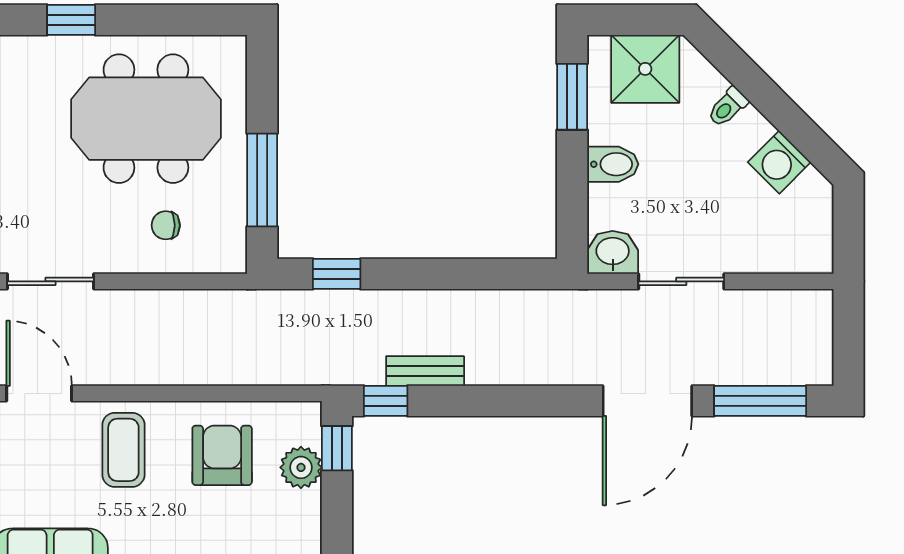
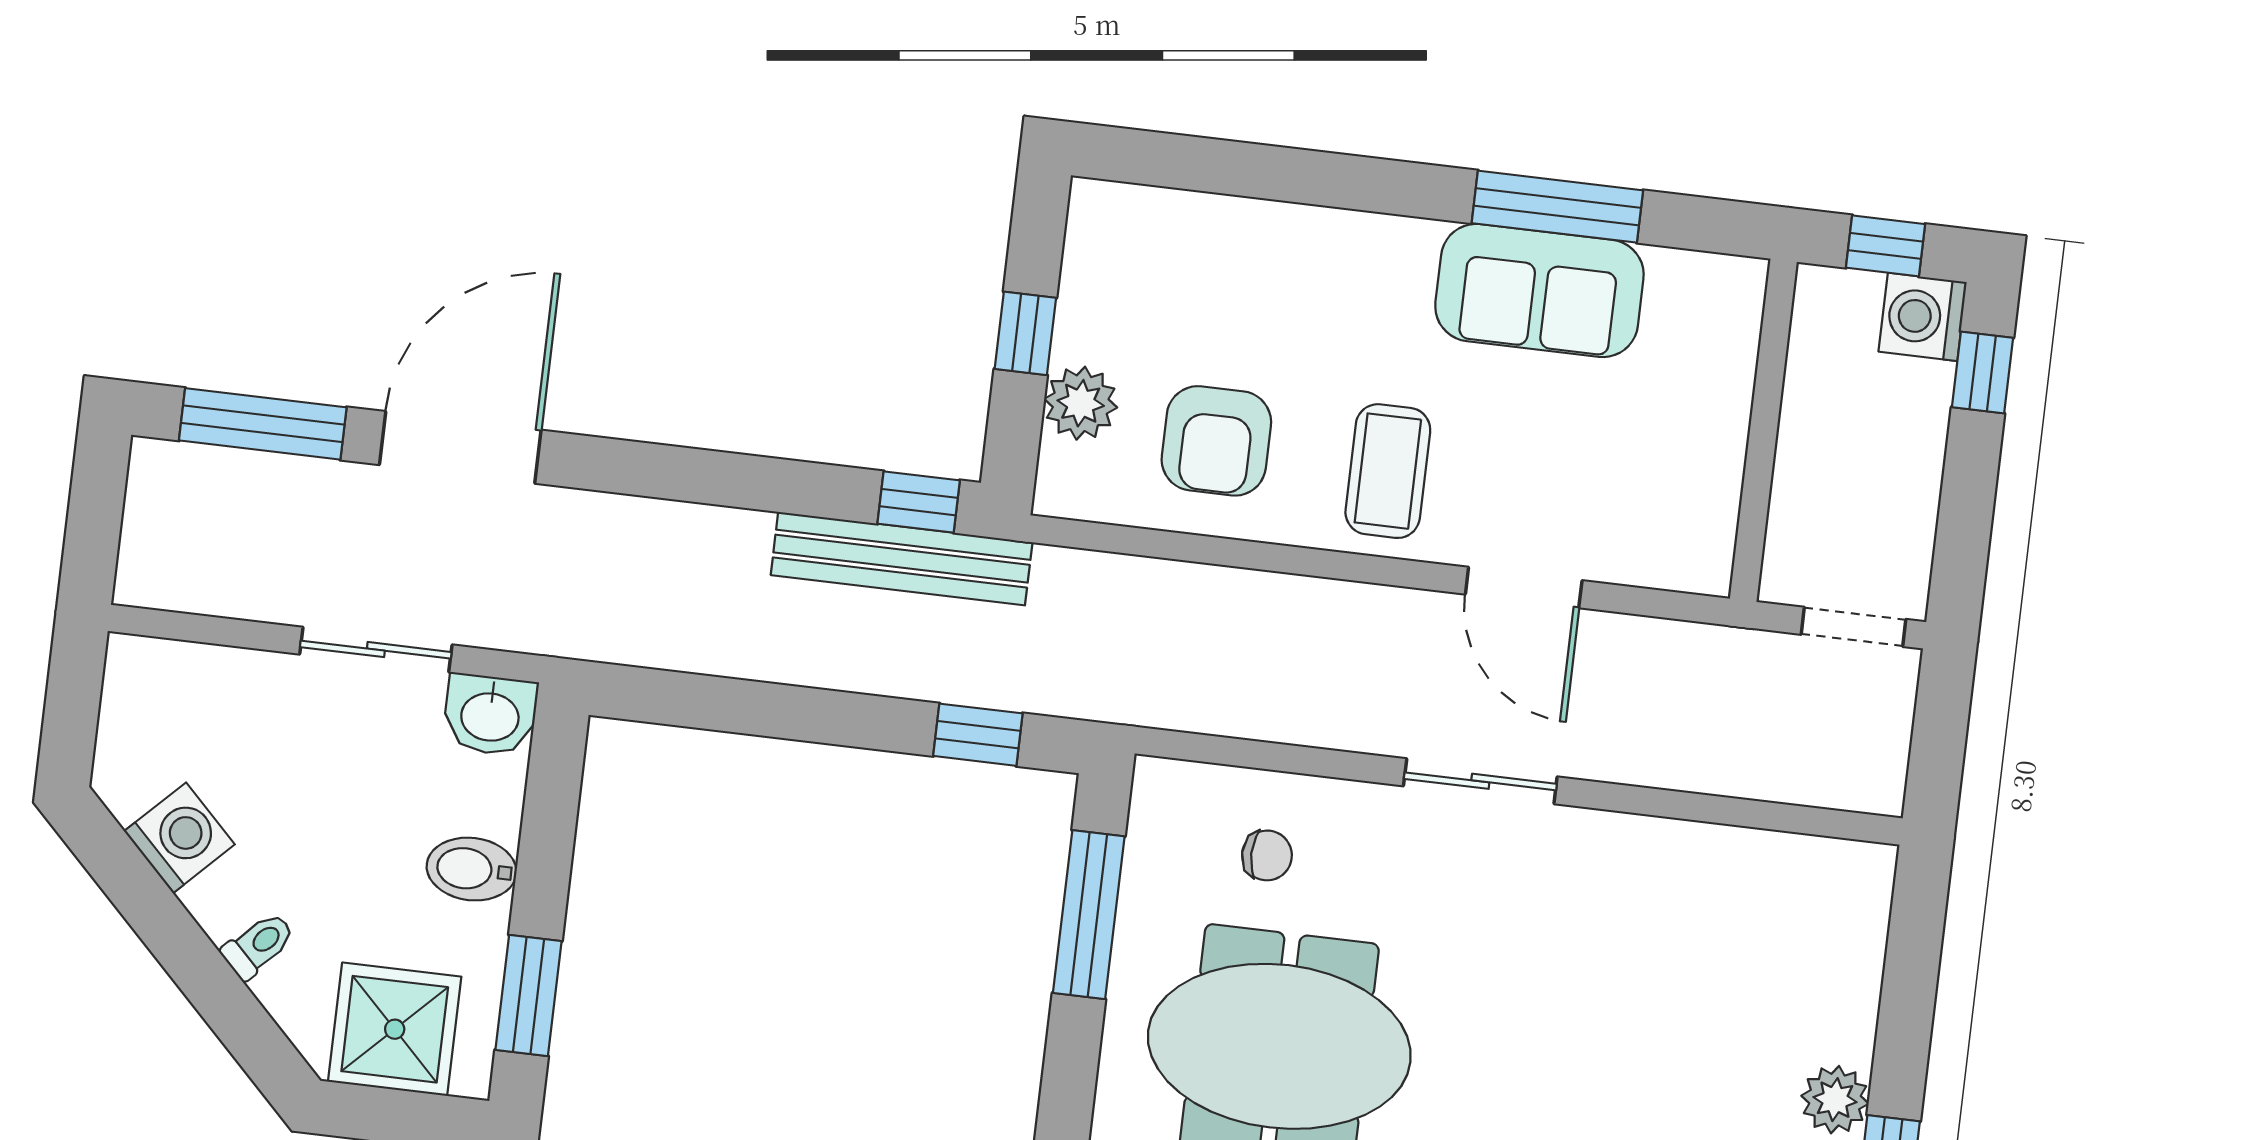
bench: (425, 371) -> (902, 559), width x1.86, depth x1.21
window: (337, 448) -> (1025, 333), moved

